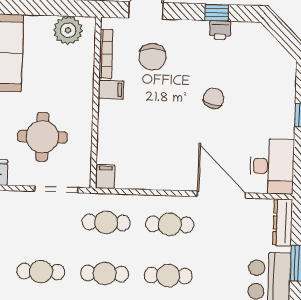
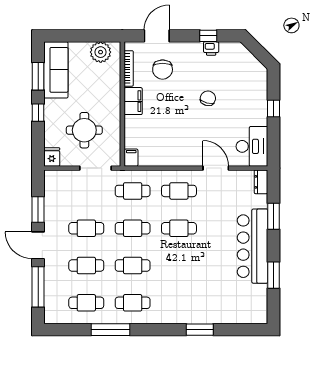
filing cabinet: (111, 90) -> (133, 101), width x2.00
door: (221, 195) -> (216, 168), width x0.73
dresser: (283, 223) -> (261, 182), width x0.70

